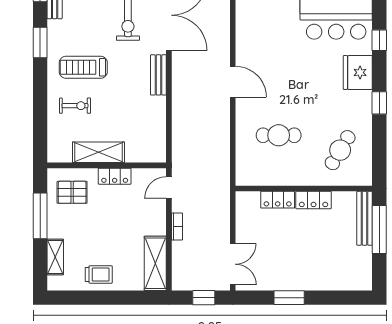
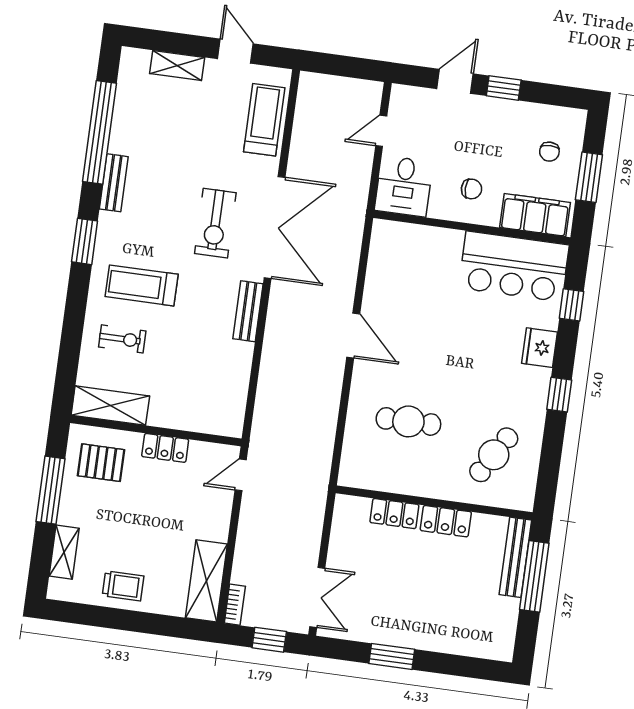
fridge: (358, 72) -> (540, 348), width x0.73, depth x0.75
shelving: (99, 152) -> (110, 406), moved
bookcase: (177, 227) -> (235, 605), moved

